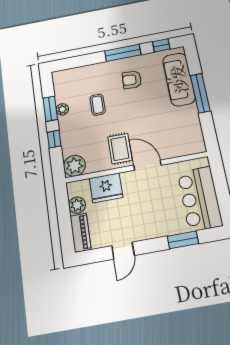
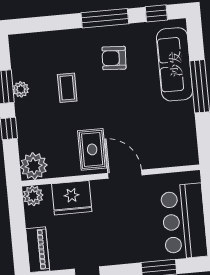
plant: (77, 205) -> (33, 196), moved

